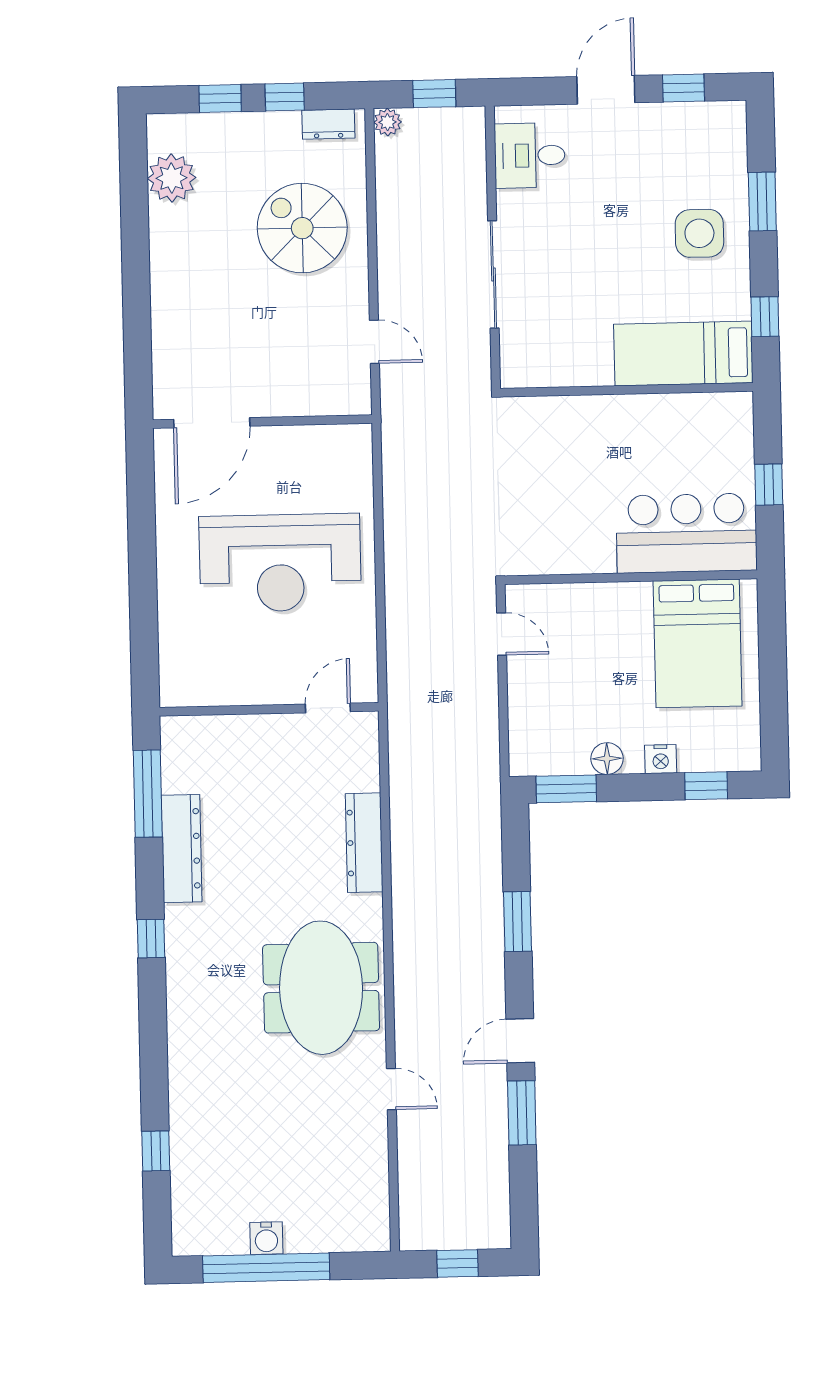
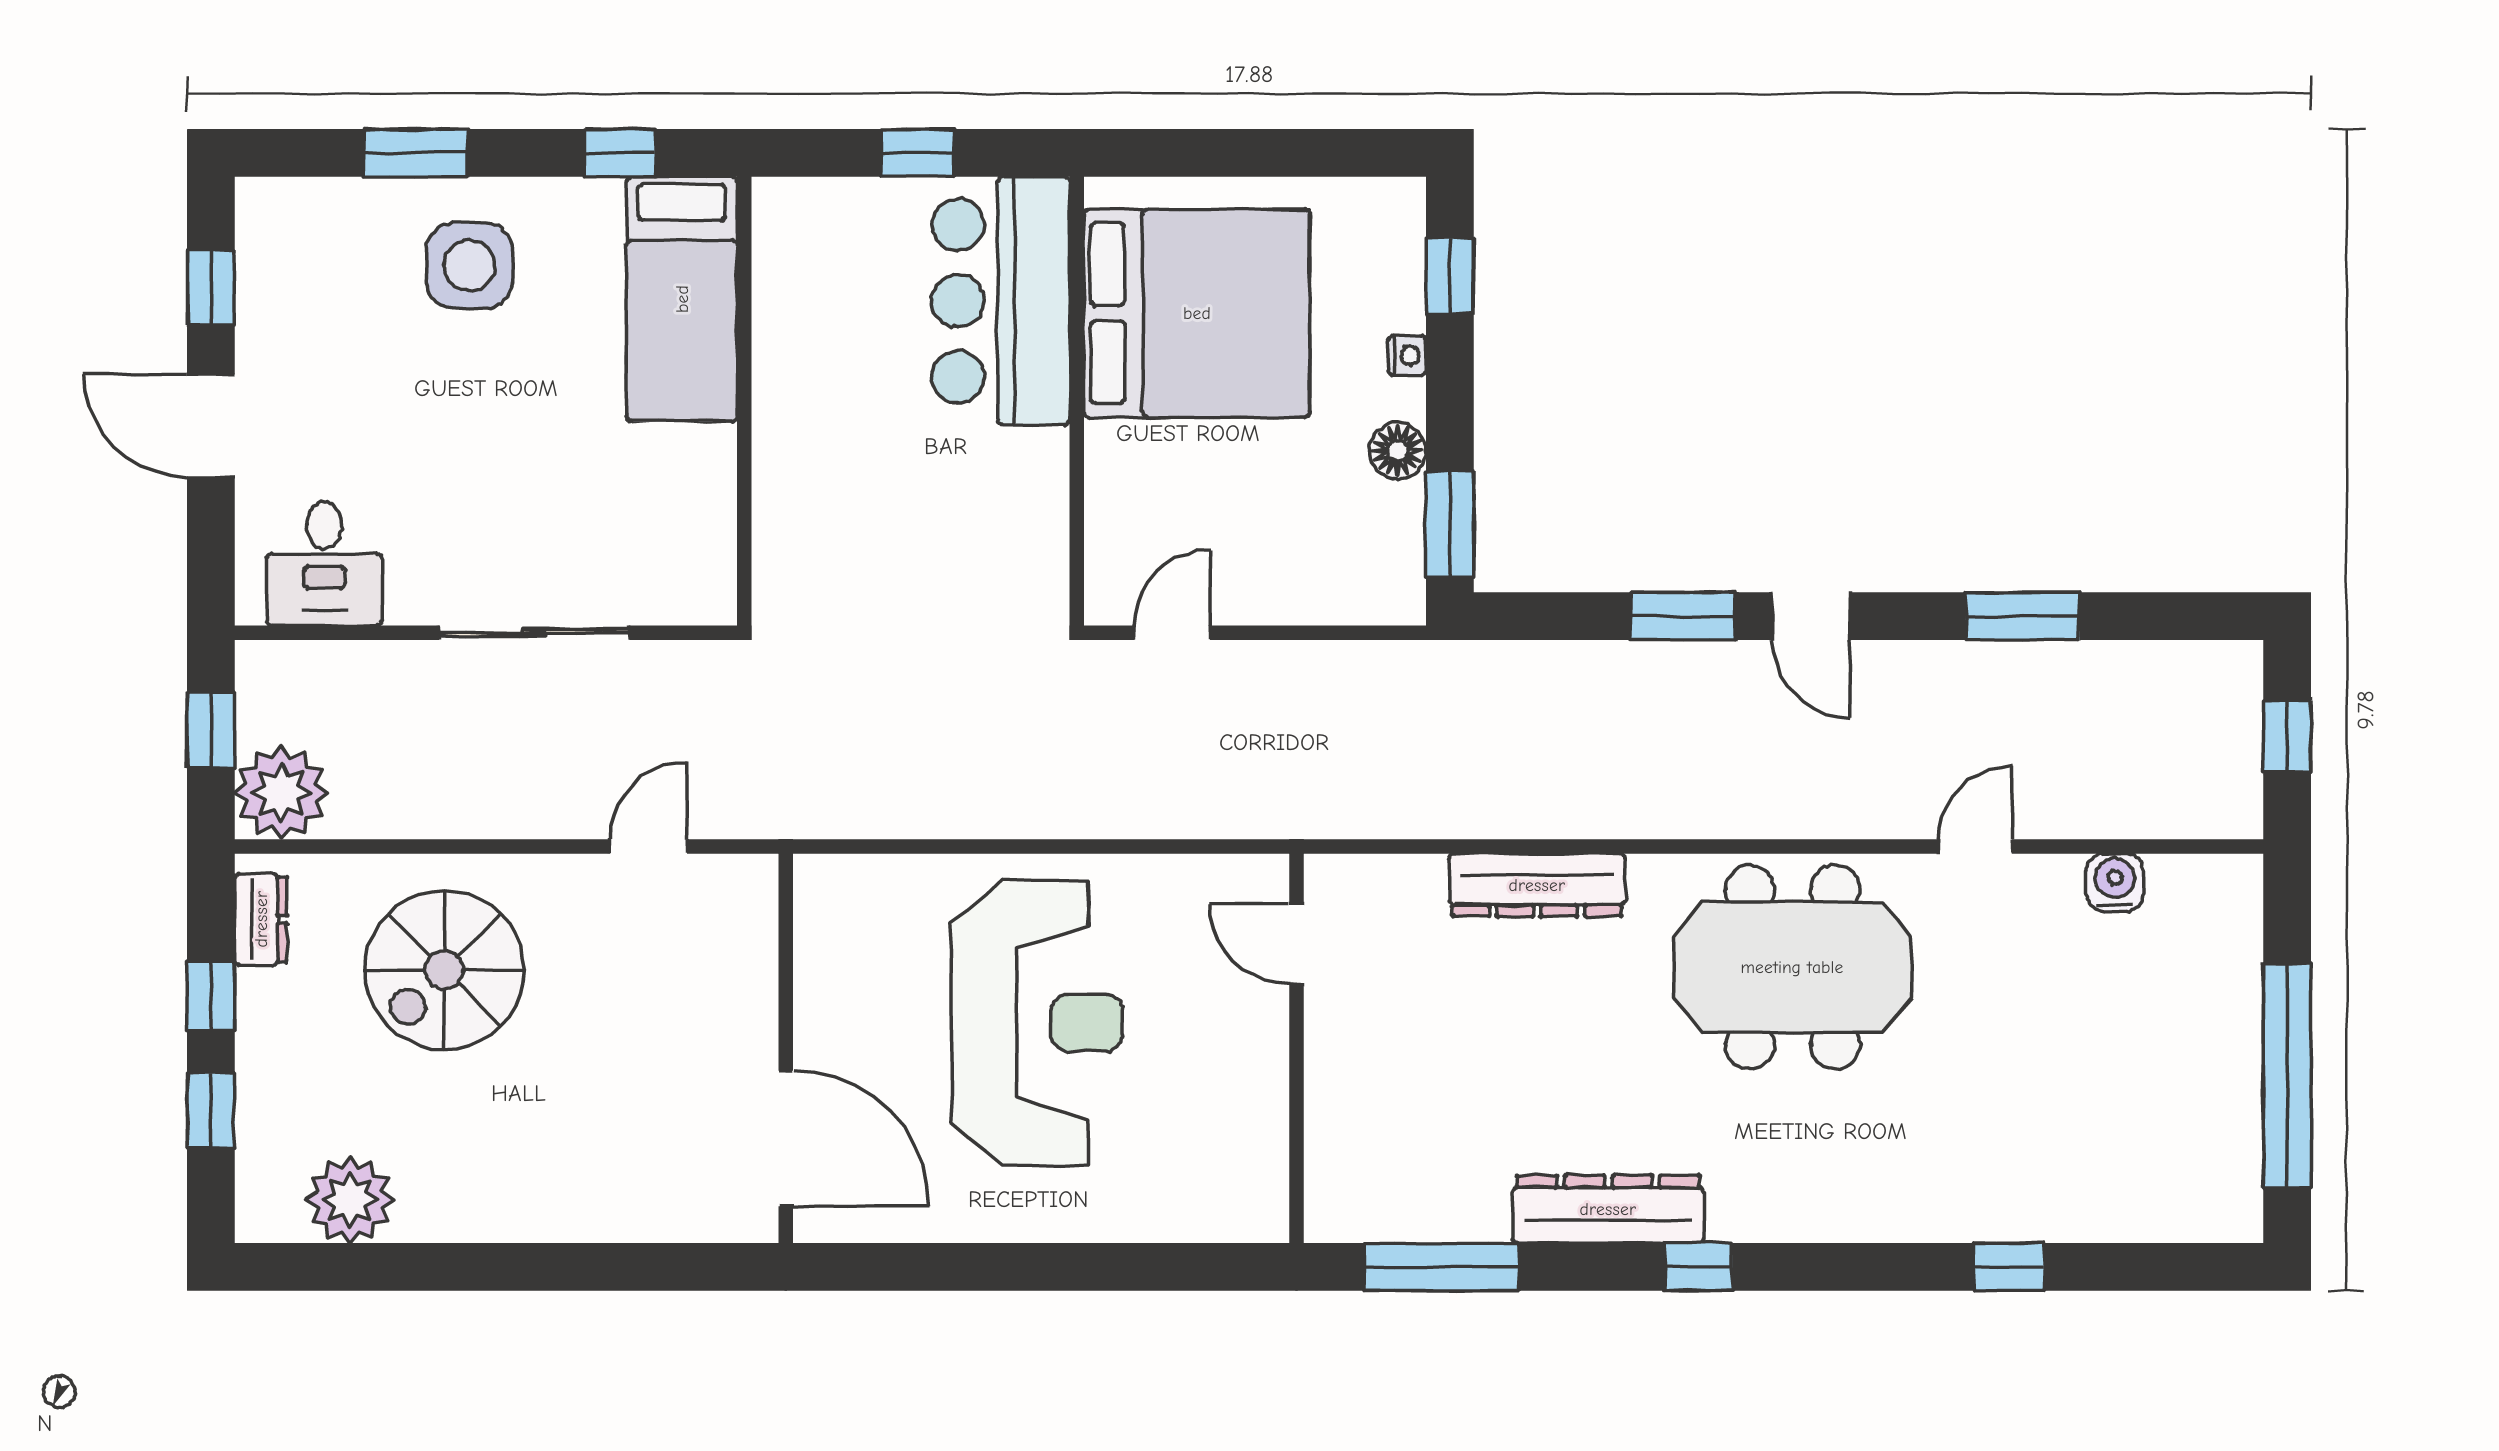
plant: (388, 122) -> (281, 793), width x1.87, depth x1.87
bed: (698, 643) -> (1197, 313), width x1.36
nightstand: (661, 759) -> (1407, 356), width x0.72, depth x0.74
dresser: (182, 849) -> (1608, 1209), moved
door: (520, 1041) -> (1811, 616), moved
window: (156, 1151) -> (2009, 1267), moved
water cooler: (266, 1238) -> (2115, 882), moved, turned -90

